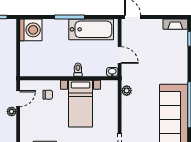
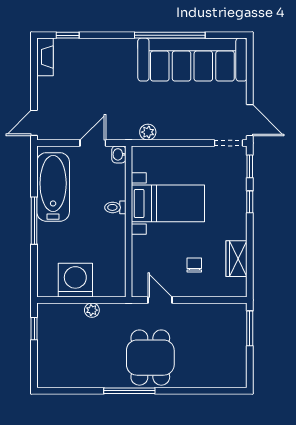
washing machine: (31, 30) -> (75, 280), moved
chair: (48, 95) -> (194, 265), moved
plant: (12, 112) -> (92, 310), moved

